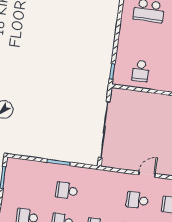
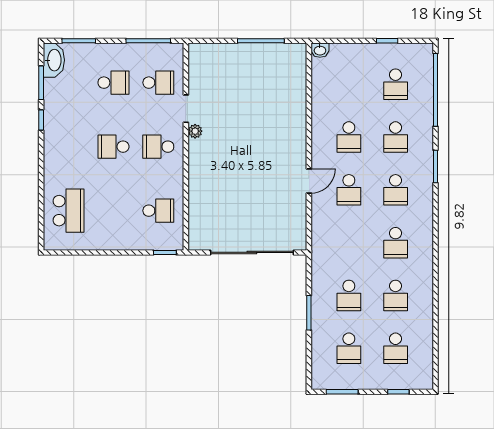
door: (147, 174) -> (309, 181), swing flipped
school desk: (31, 186) -> (349, 348), added

